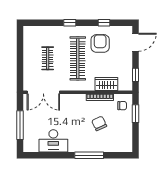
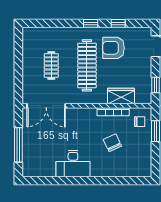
window: (70, 23) -> (91, 23), moved
armchair: (100, 43) -> (114, 48), turned -90
desk: (53, 141) -> (73, 163), moved
window: (89, 155) -> (101, 181), removed

